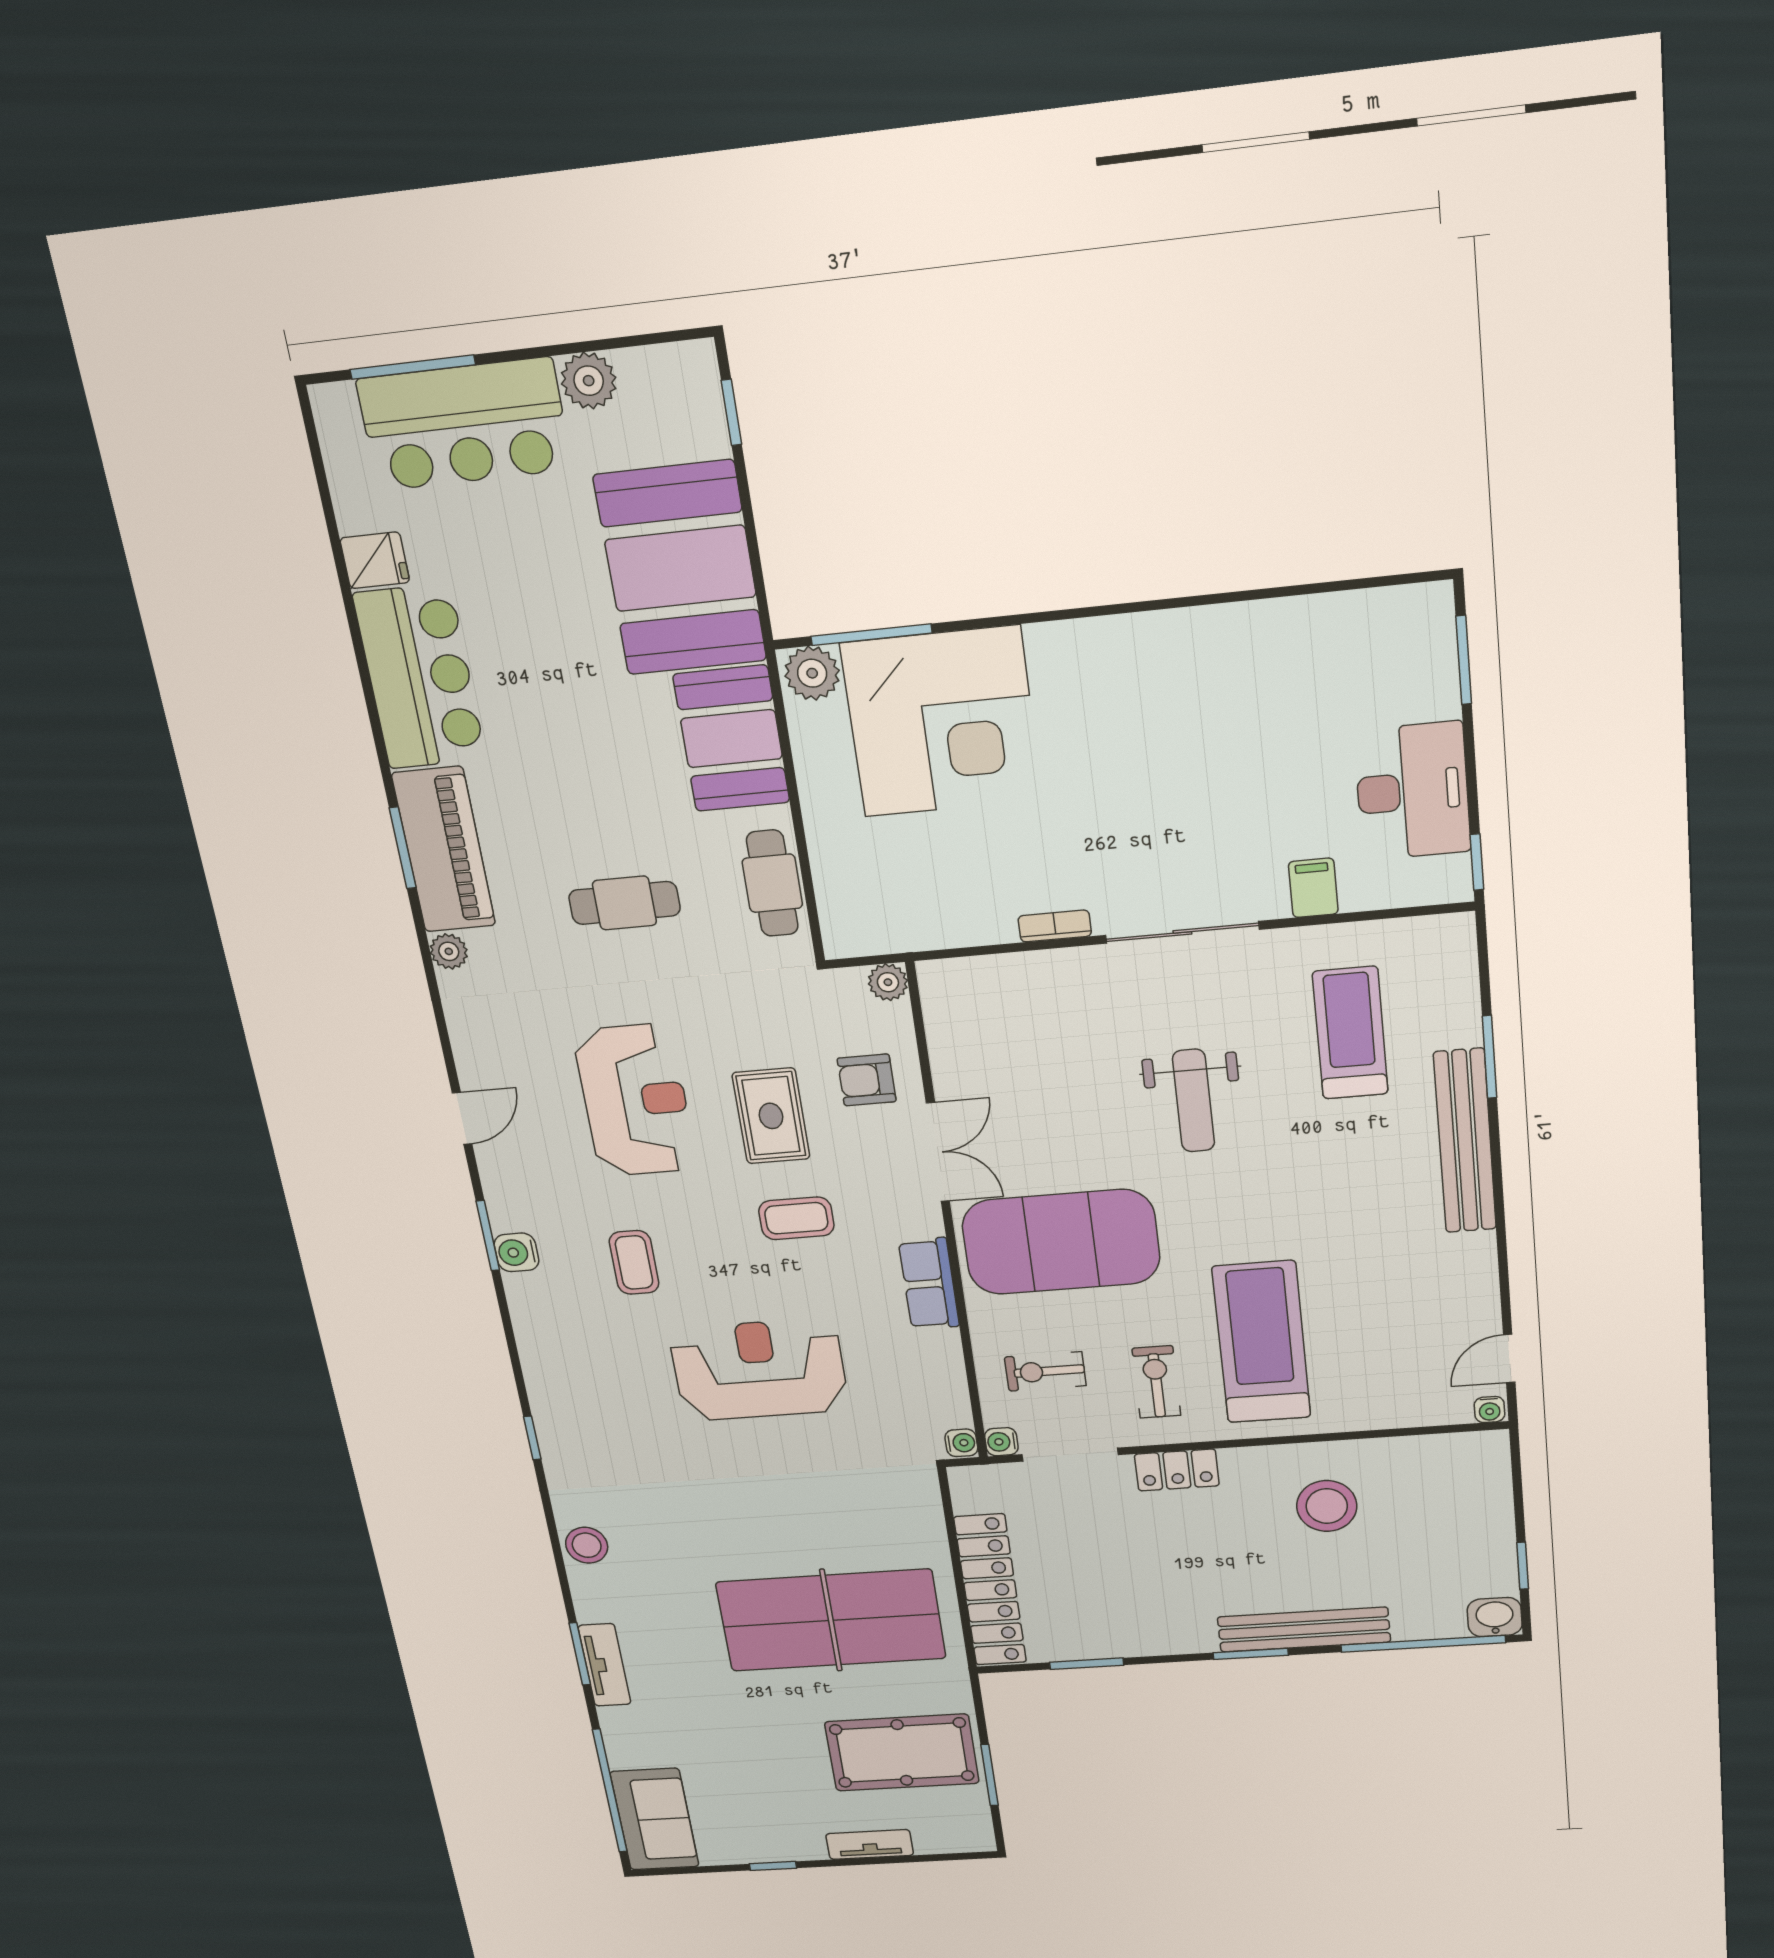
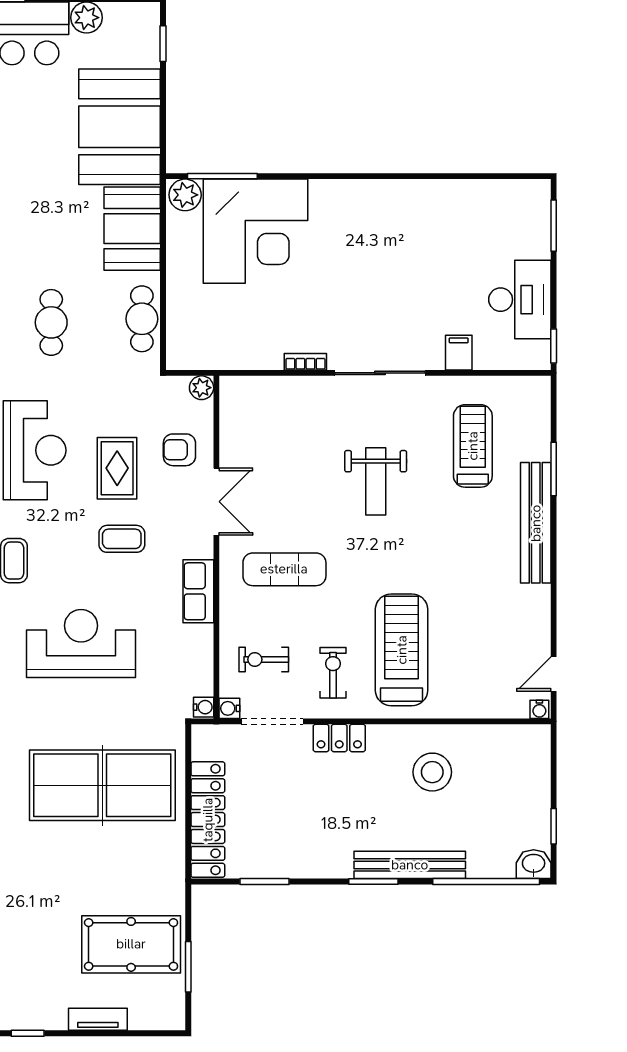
cafe table: (624, 903) -> (51, 322), turned 90
exercise mat: (1061, 1242) -> (284, 569), width x0.50, depth x0.69
table tennis table: (831, 1620) -> (102, 785), moved

